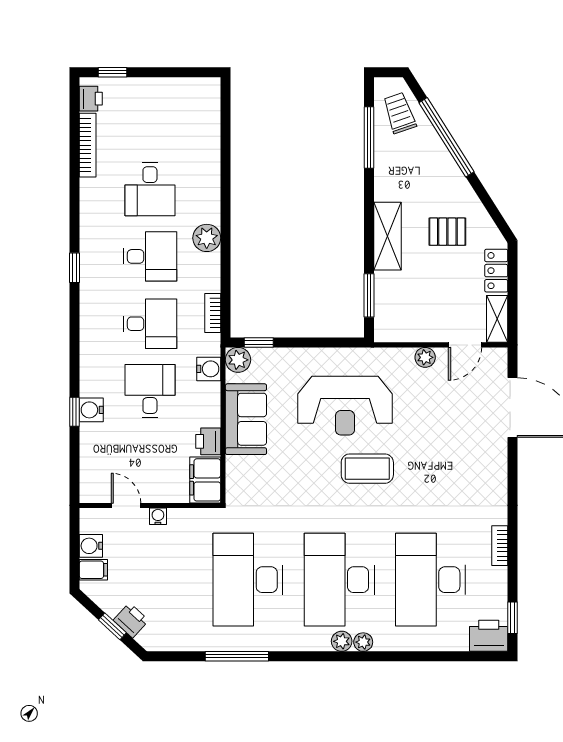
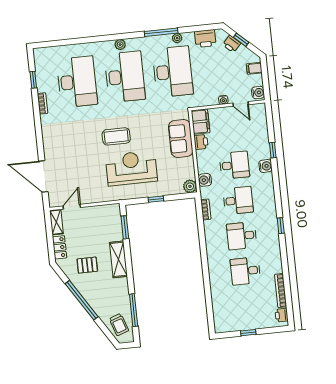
window: (112, 72) -> (248, 333), moved
window: (447, 137) -> (82, 300), moved
desk: (150, 189) -> (245, 271), turned -90
plant: (207, 238) -> (213, 249), removed
desk: (150, 324) -> (238, 200), turned 180
window: (259, 342) -> (156, 199), moved
plant: (425, 357) -> (92, 198), removed
desk: (150, 391) -> (234, 165), turned -90
water cooler: (91, 410) -> (266, 166), moved
sofa: (246, 419) -> (181, 139), moved
water cooler: (91, 546) -> (258, 93), moved
window: (513, 618) -> (33, 80), moved
printer: (489, 636) -> (205, 39), moved
plant: (363, 642) -> (177, 38), moved
window: (237, 656) -> (161, 32), moved

